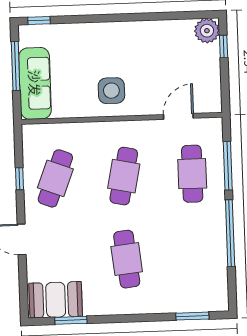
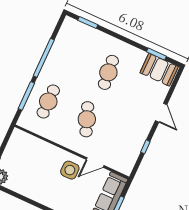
door: (178, 116) -> (95, 162), moved
cafe table: (124, 176) -> (87, 119), turned -33
cafe table: (55, 178) -> (125, 137), removed

